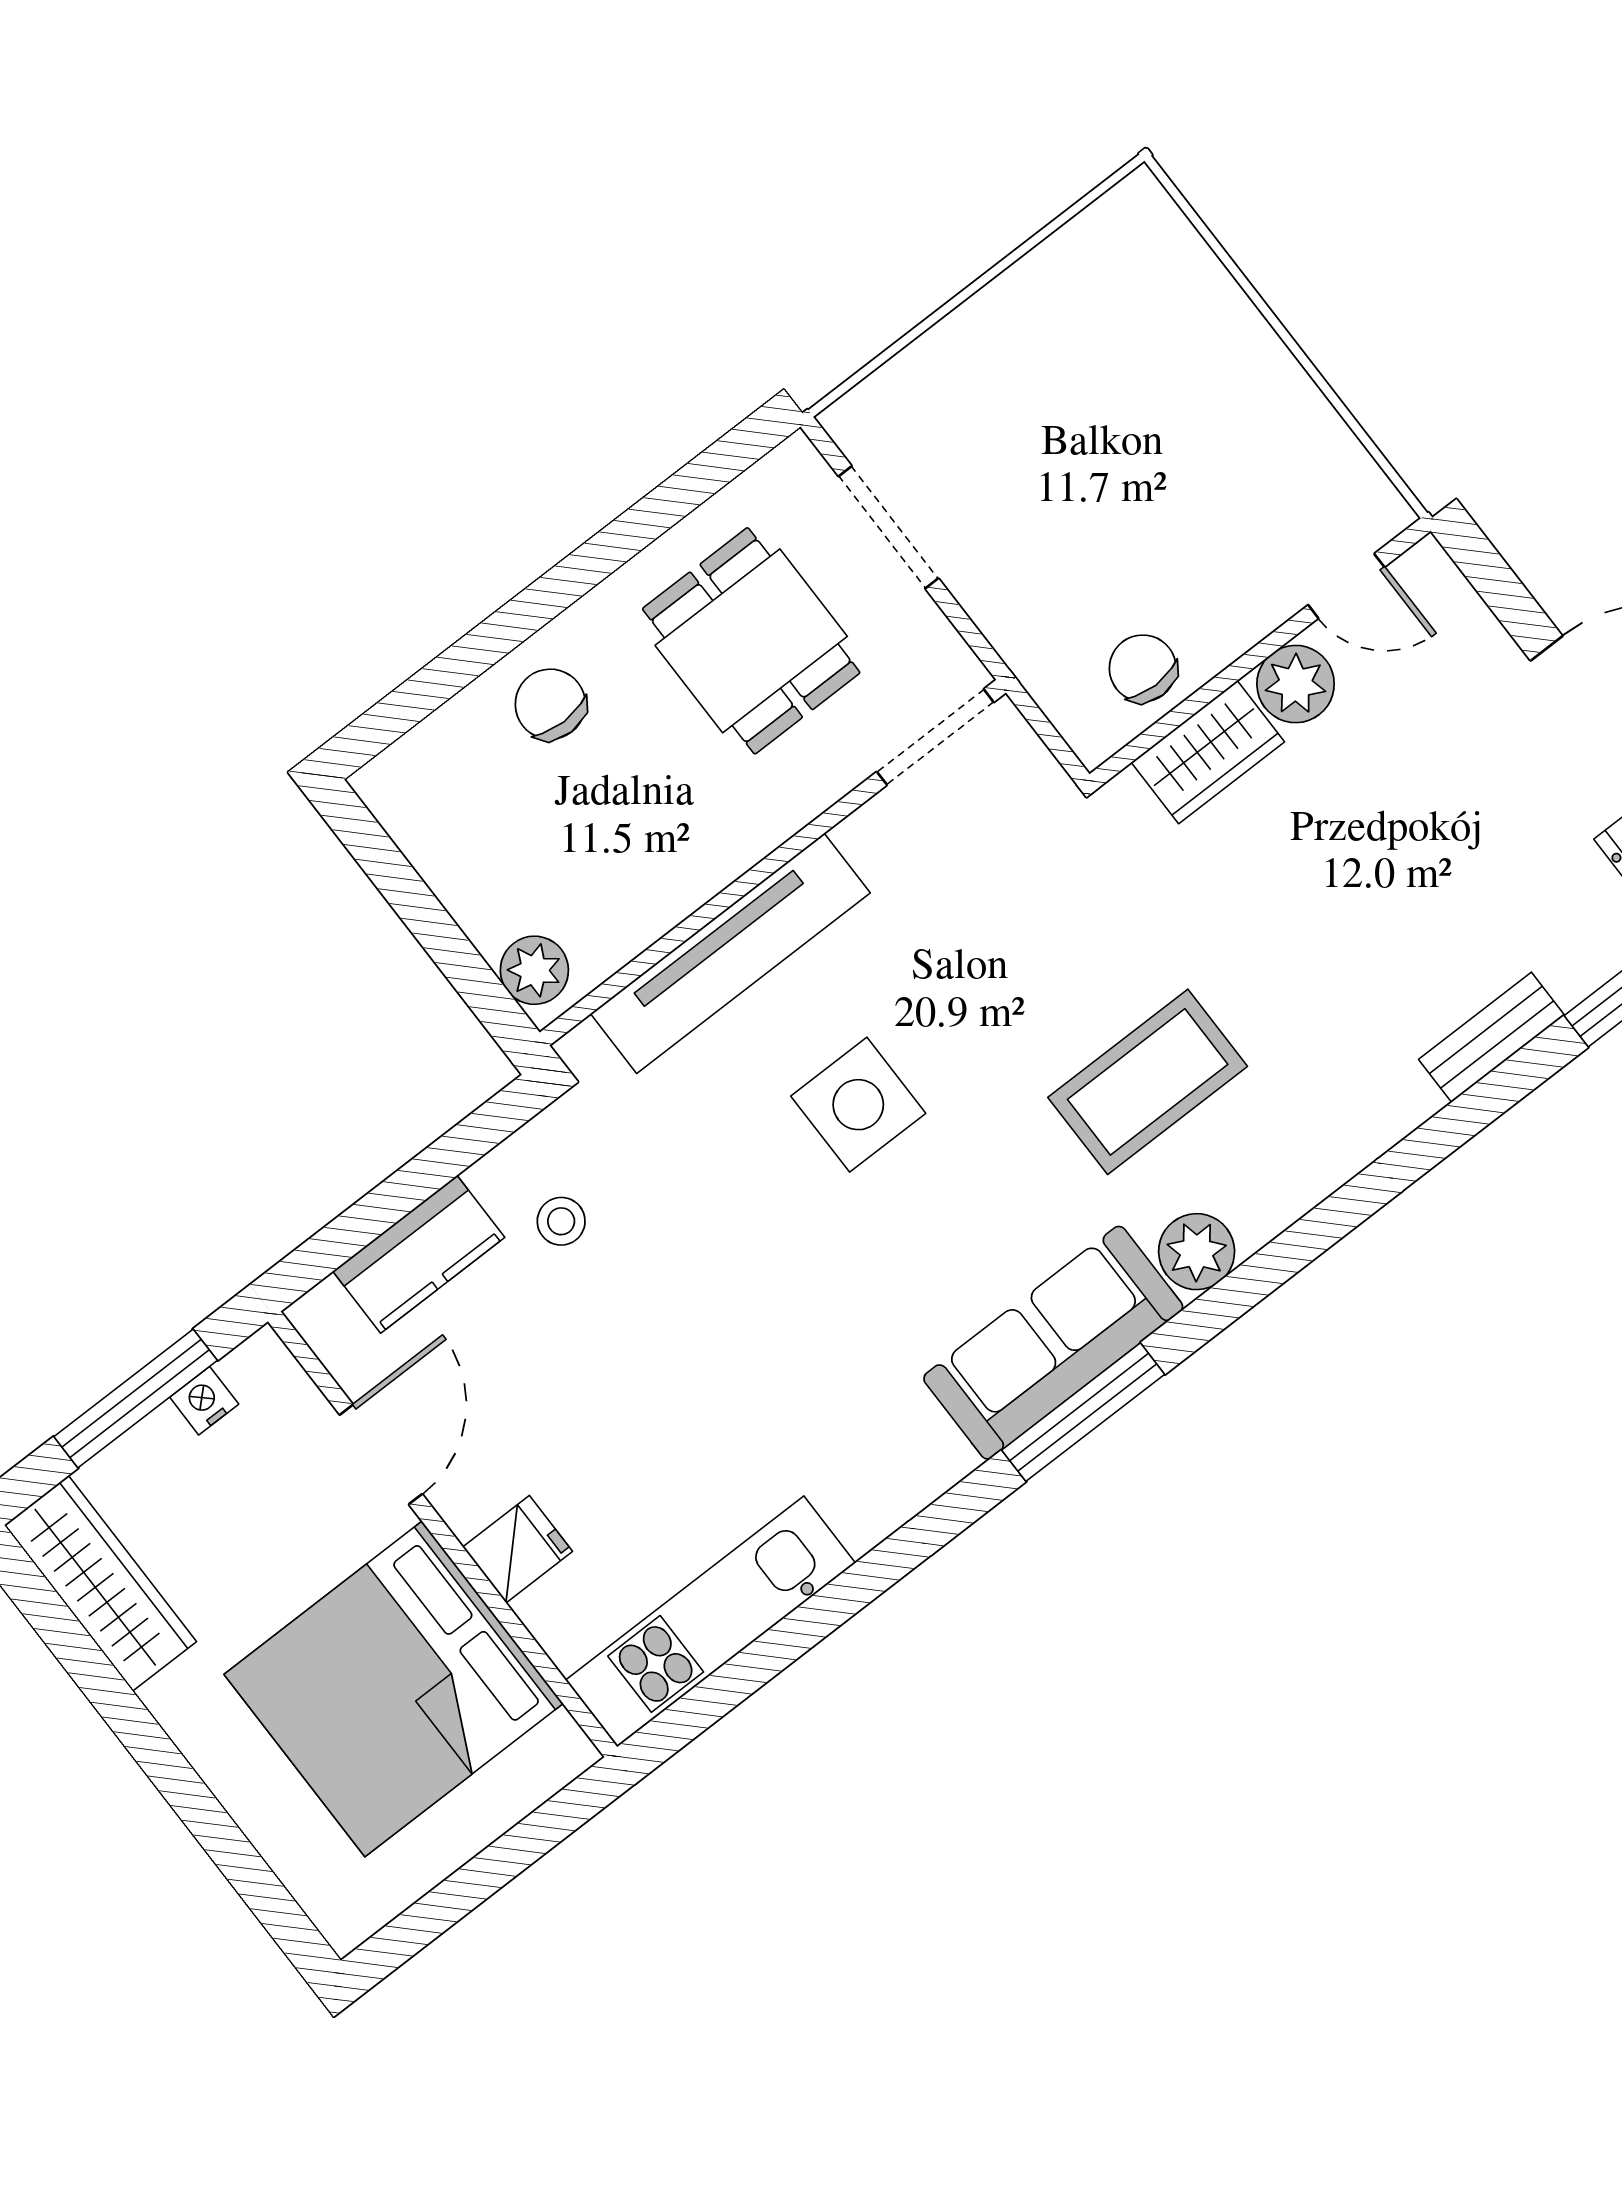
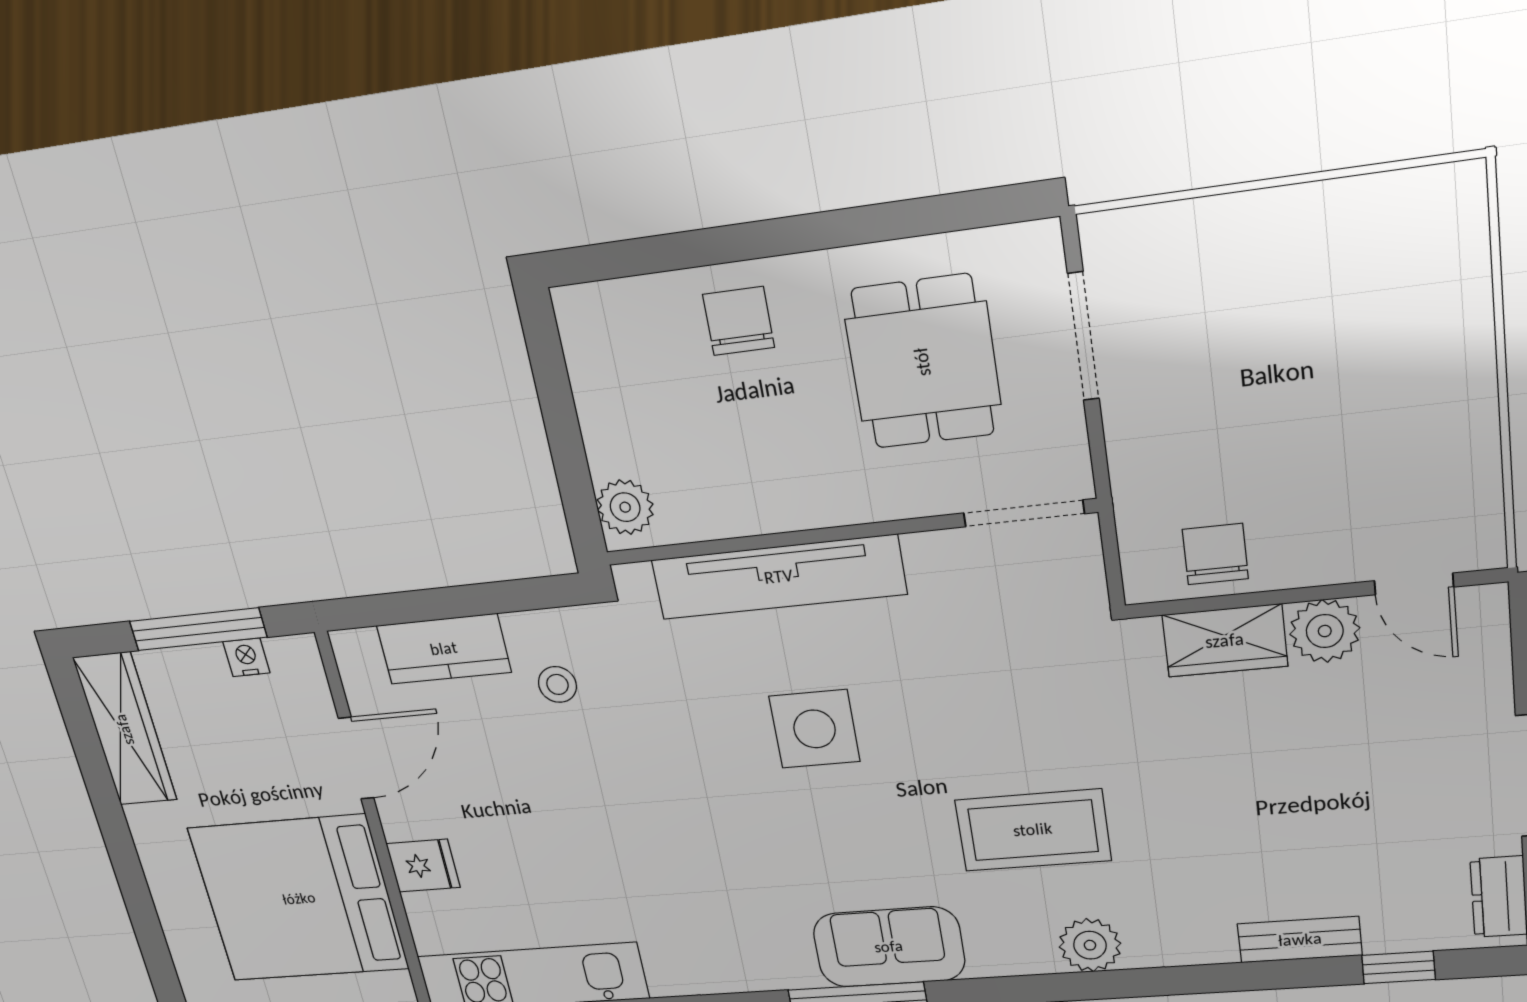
plant: (1197, 1252) -> (1090, 945), moved
sofa: (1053, 1343) -> (889, 947), width x0.73

